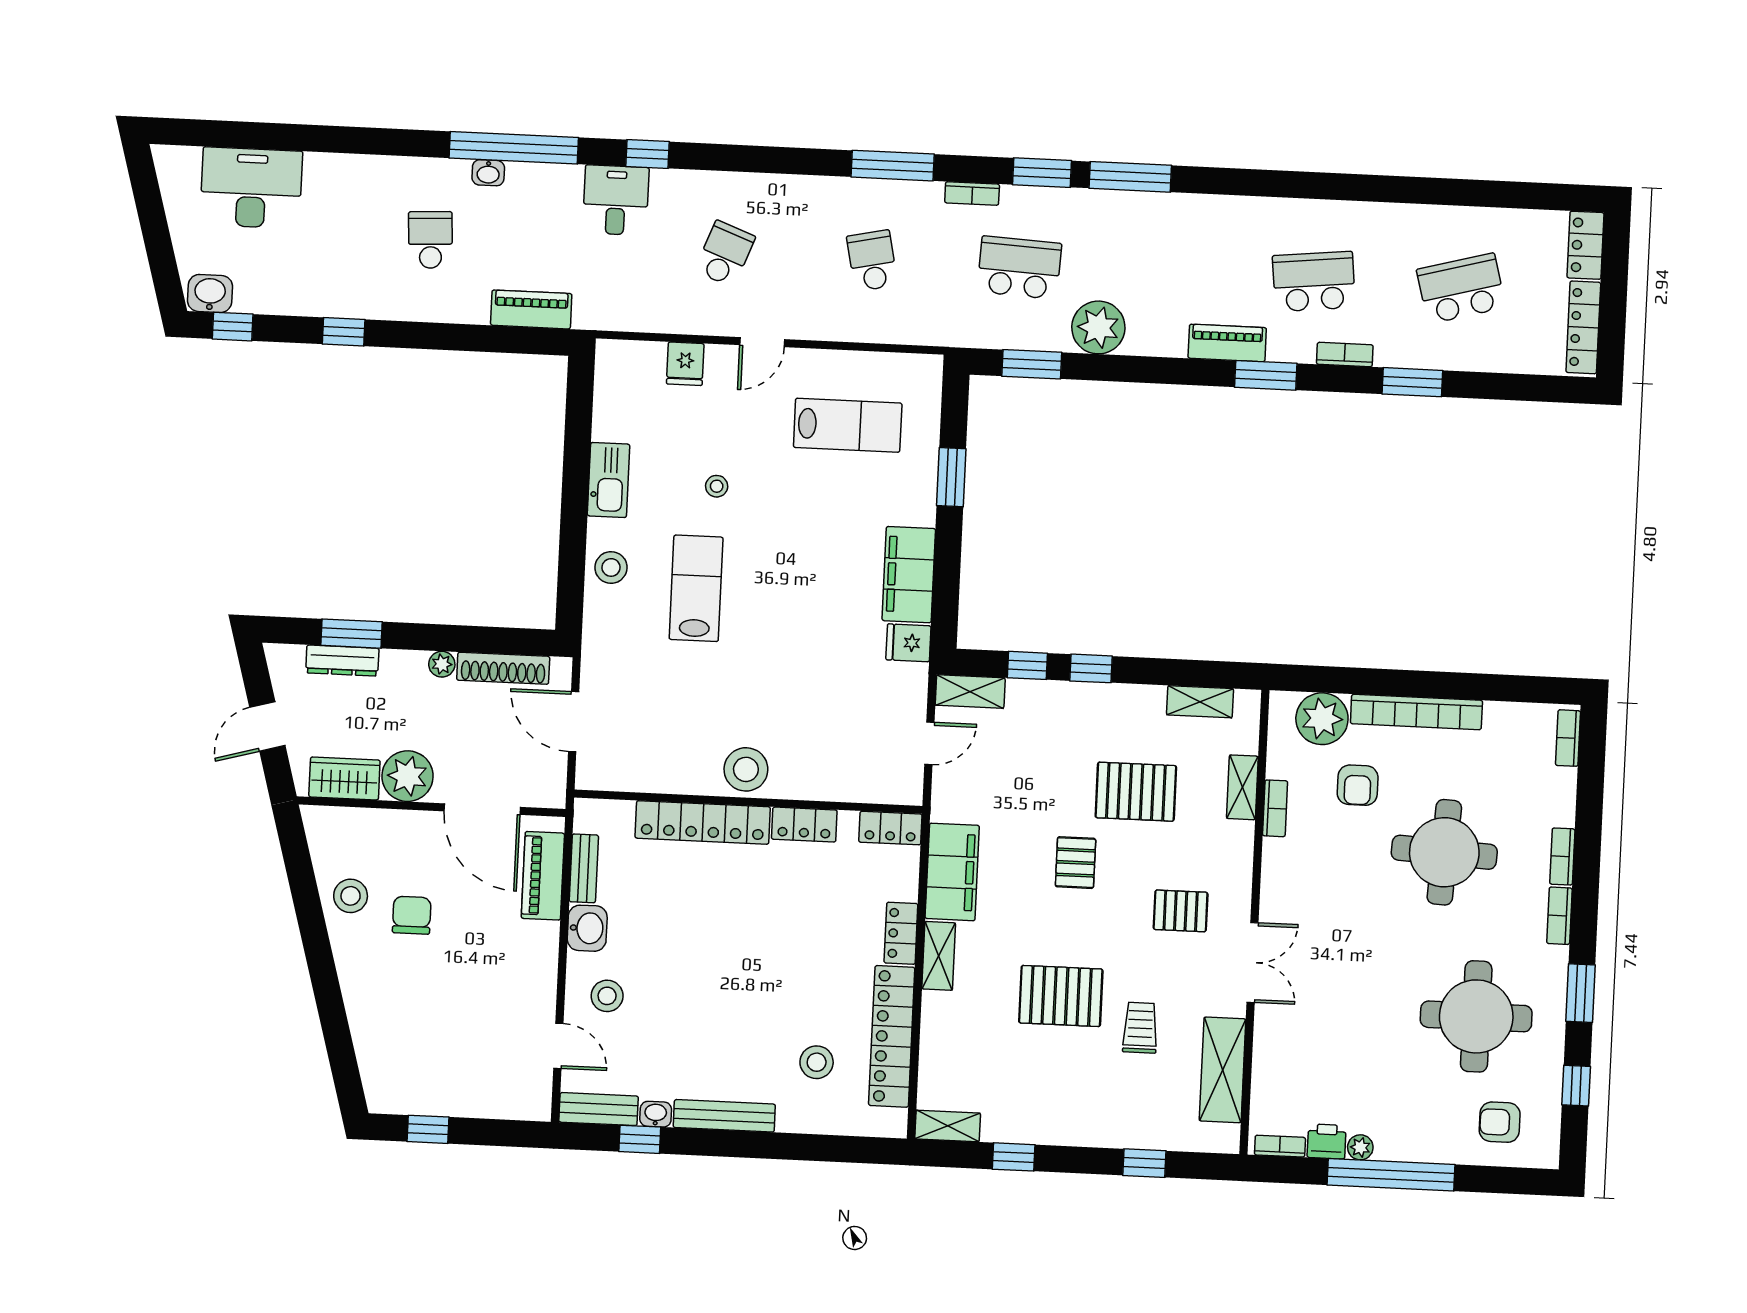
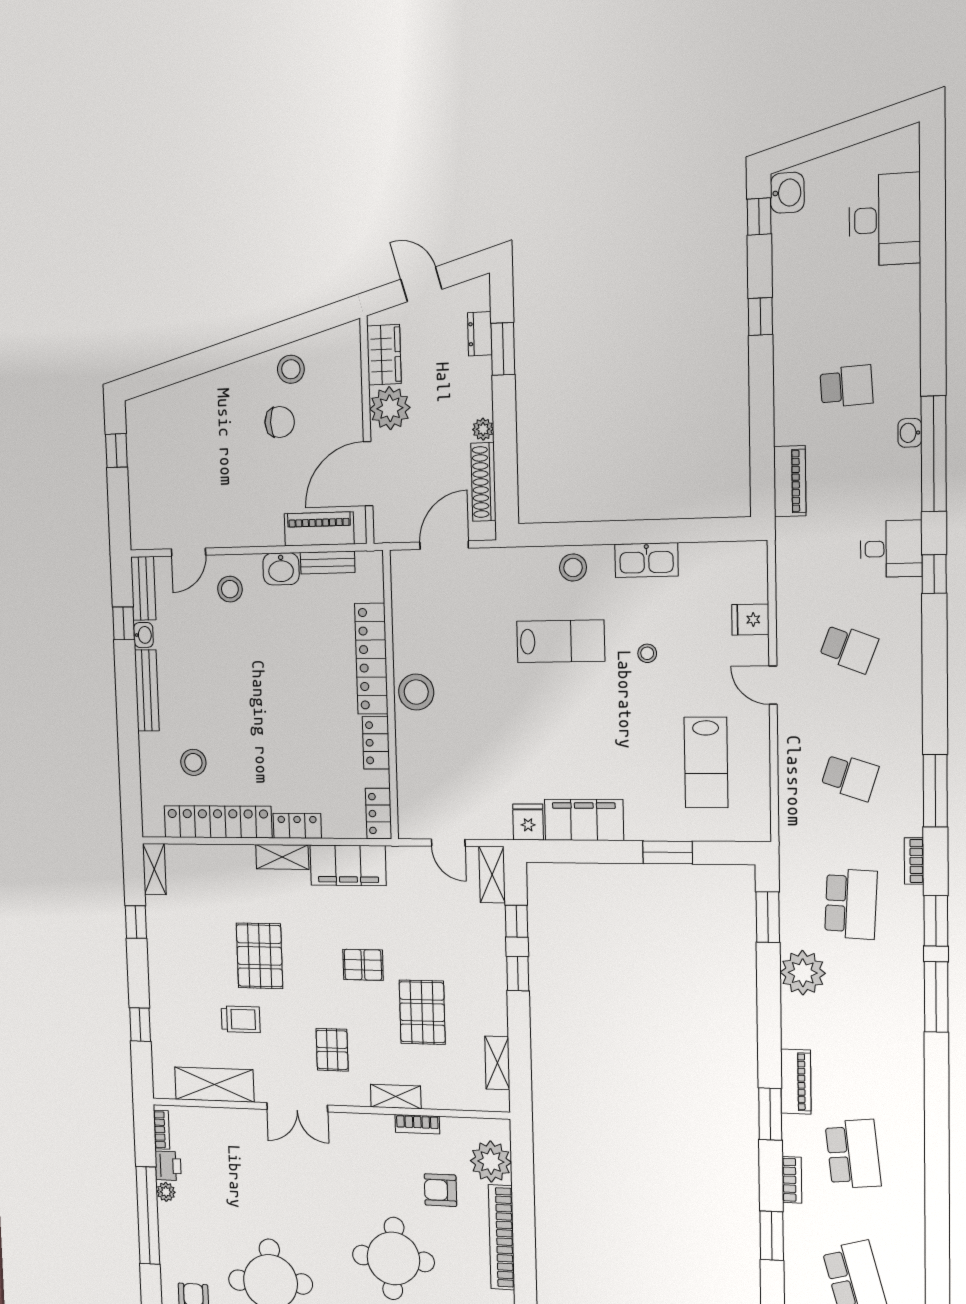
school desk: (872, 261) -> (850, 777), turned 30
dresser: (342, 661) -> (480, 334), width x0.70
shelving: (1242, 787) -> (396, 1097), moved

